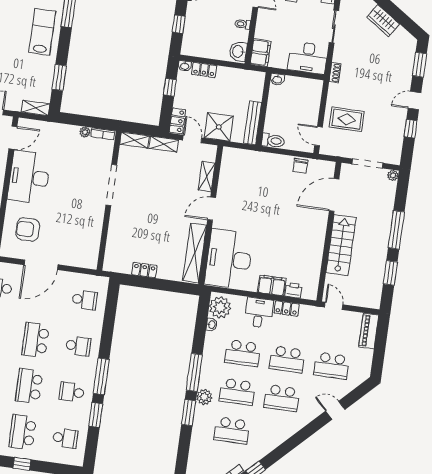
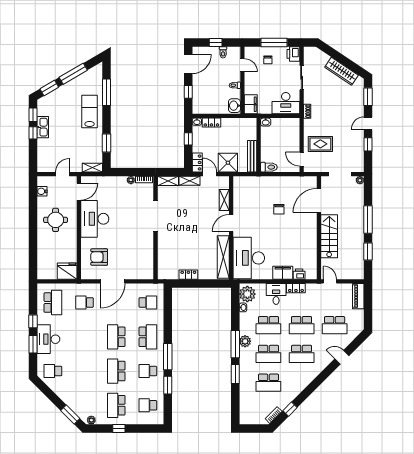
wardrobe: (383, 21) -> (341, 71), width x1.50
chair: (300, 166) -> (279, 209), moved
school desk: (78, 346) -> (148, 337), width x1.85
plant: (204, 397) -> (245, 341), moved
school desk: (65, 438) -> (148, 405), turned 180

